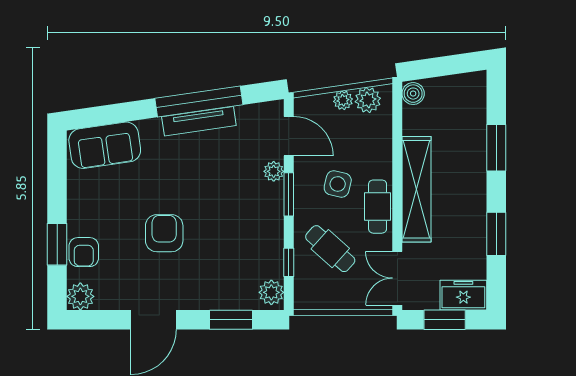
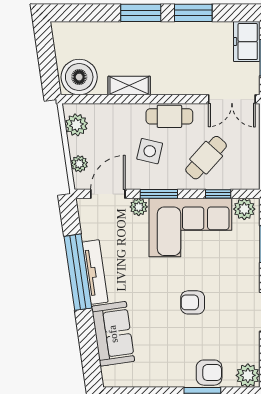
boiler: (413, 94) -> (79, 77), width x1.86, depth x1.86
plant: (343, 100) -> (79, 164), moved
sofa: (105, 145) -> (113, 334), moved
window: (496, 148) -> (141, 13), moved
shelving: (417, 189) -> (129, 86), width x0.45, depth x0.75
corner sofa: (250, 231) -> (190, 227), added
armchair: (164, 233) -> (193, 302), width x0.72, depth x0.72

